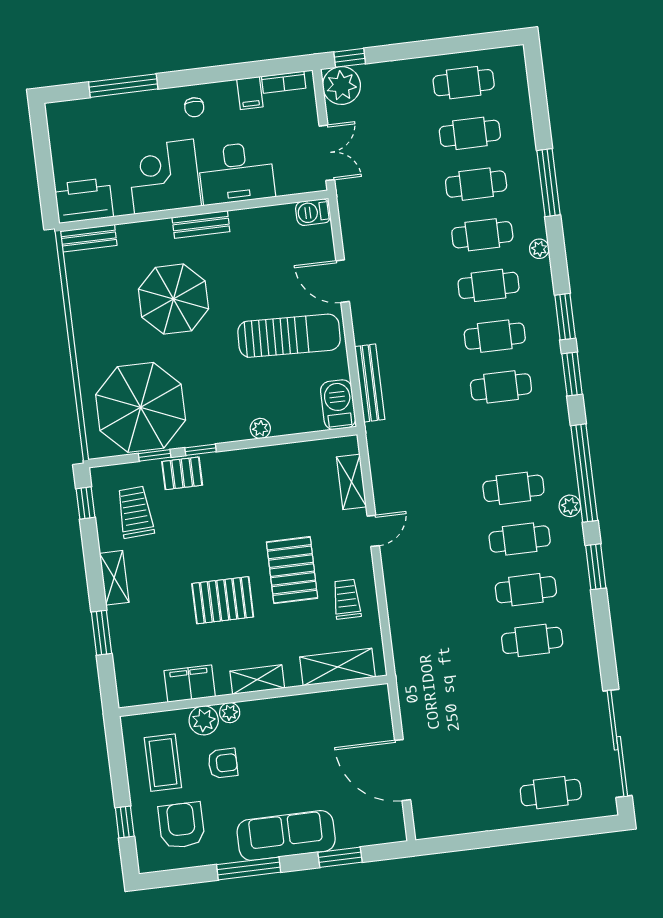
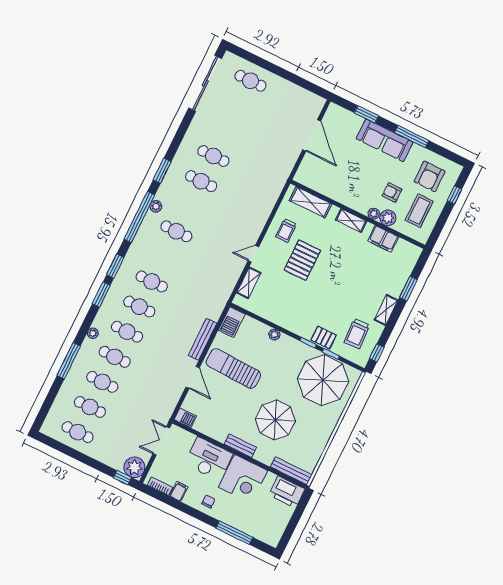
bench: (88, 238) -> (291, 471), width x1.36
bench: (370, 383) -> (202, 339), moved
cafe table: (520, 539) -> (189, 206), removed
pallet: (223, 600) -> (343, 267), removed

